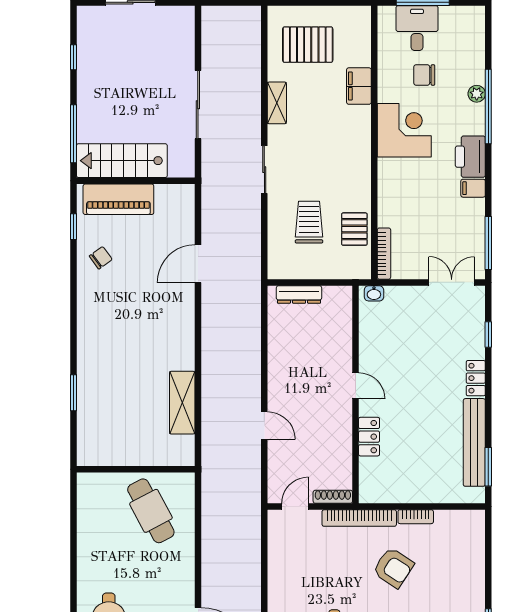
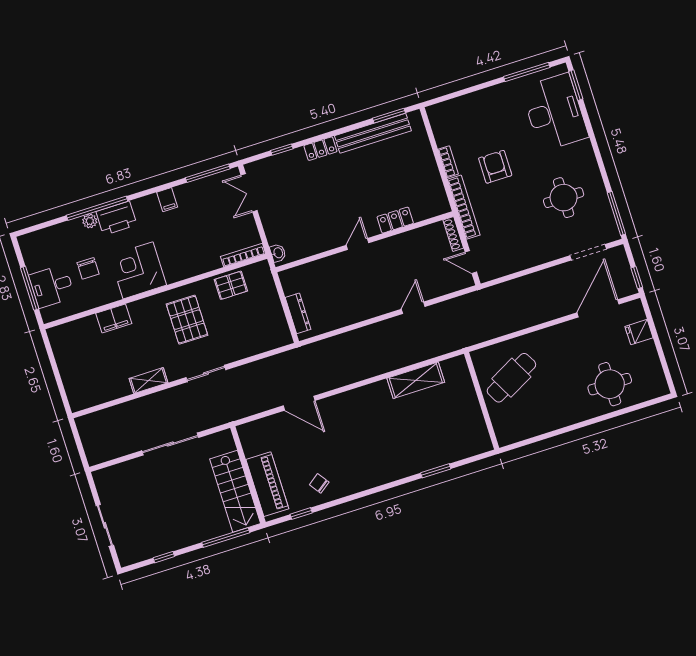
pallet: (308, 45) -> (187, 320), moved
printer: (470, 157) -> (116, 218), moved
trolley: (309, 222) -> (237, 324), removed
armchair: (393, 568) -> (495, 167), turned -33

